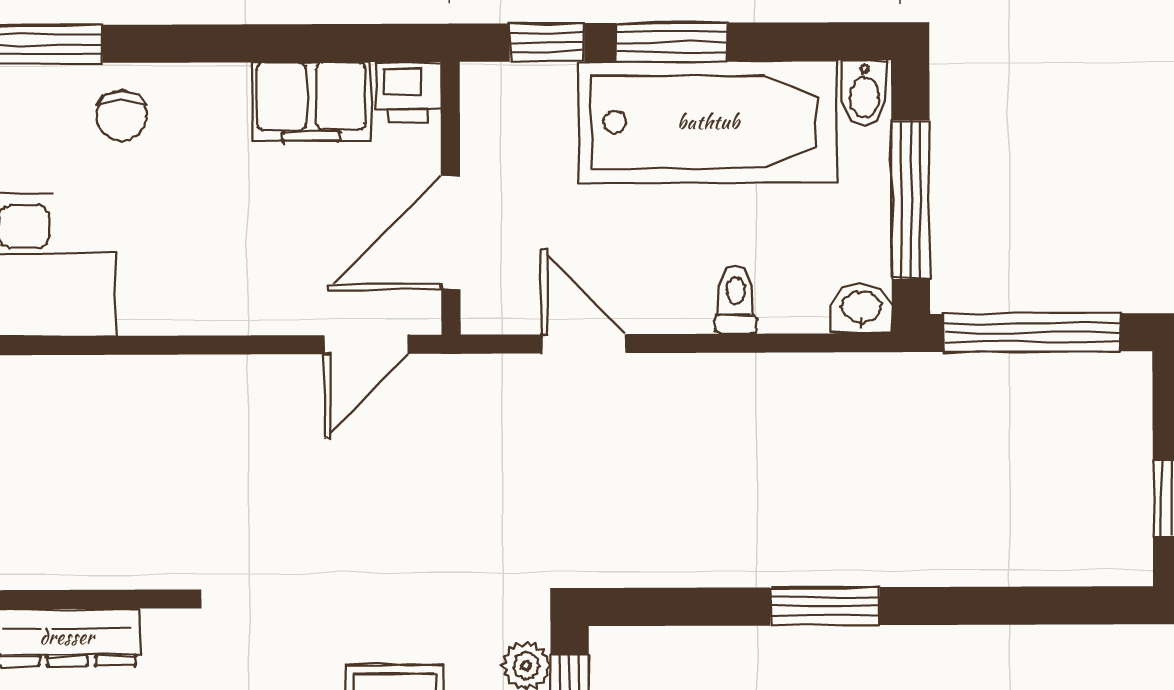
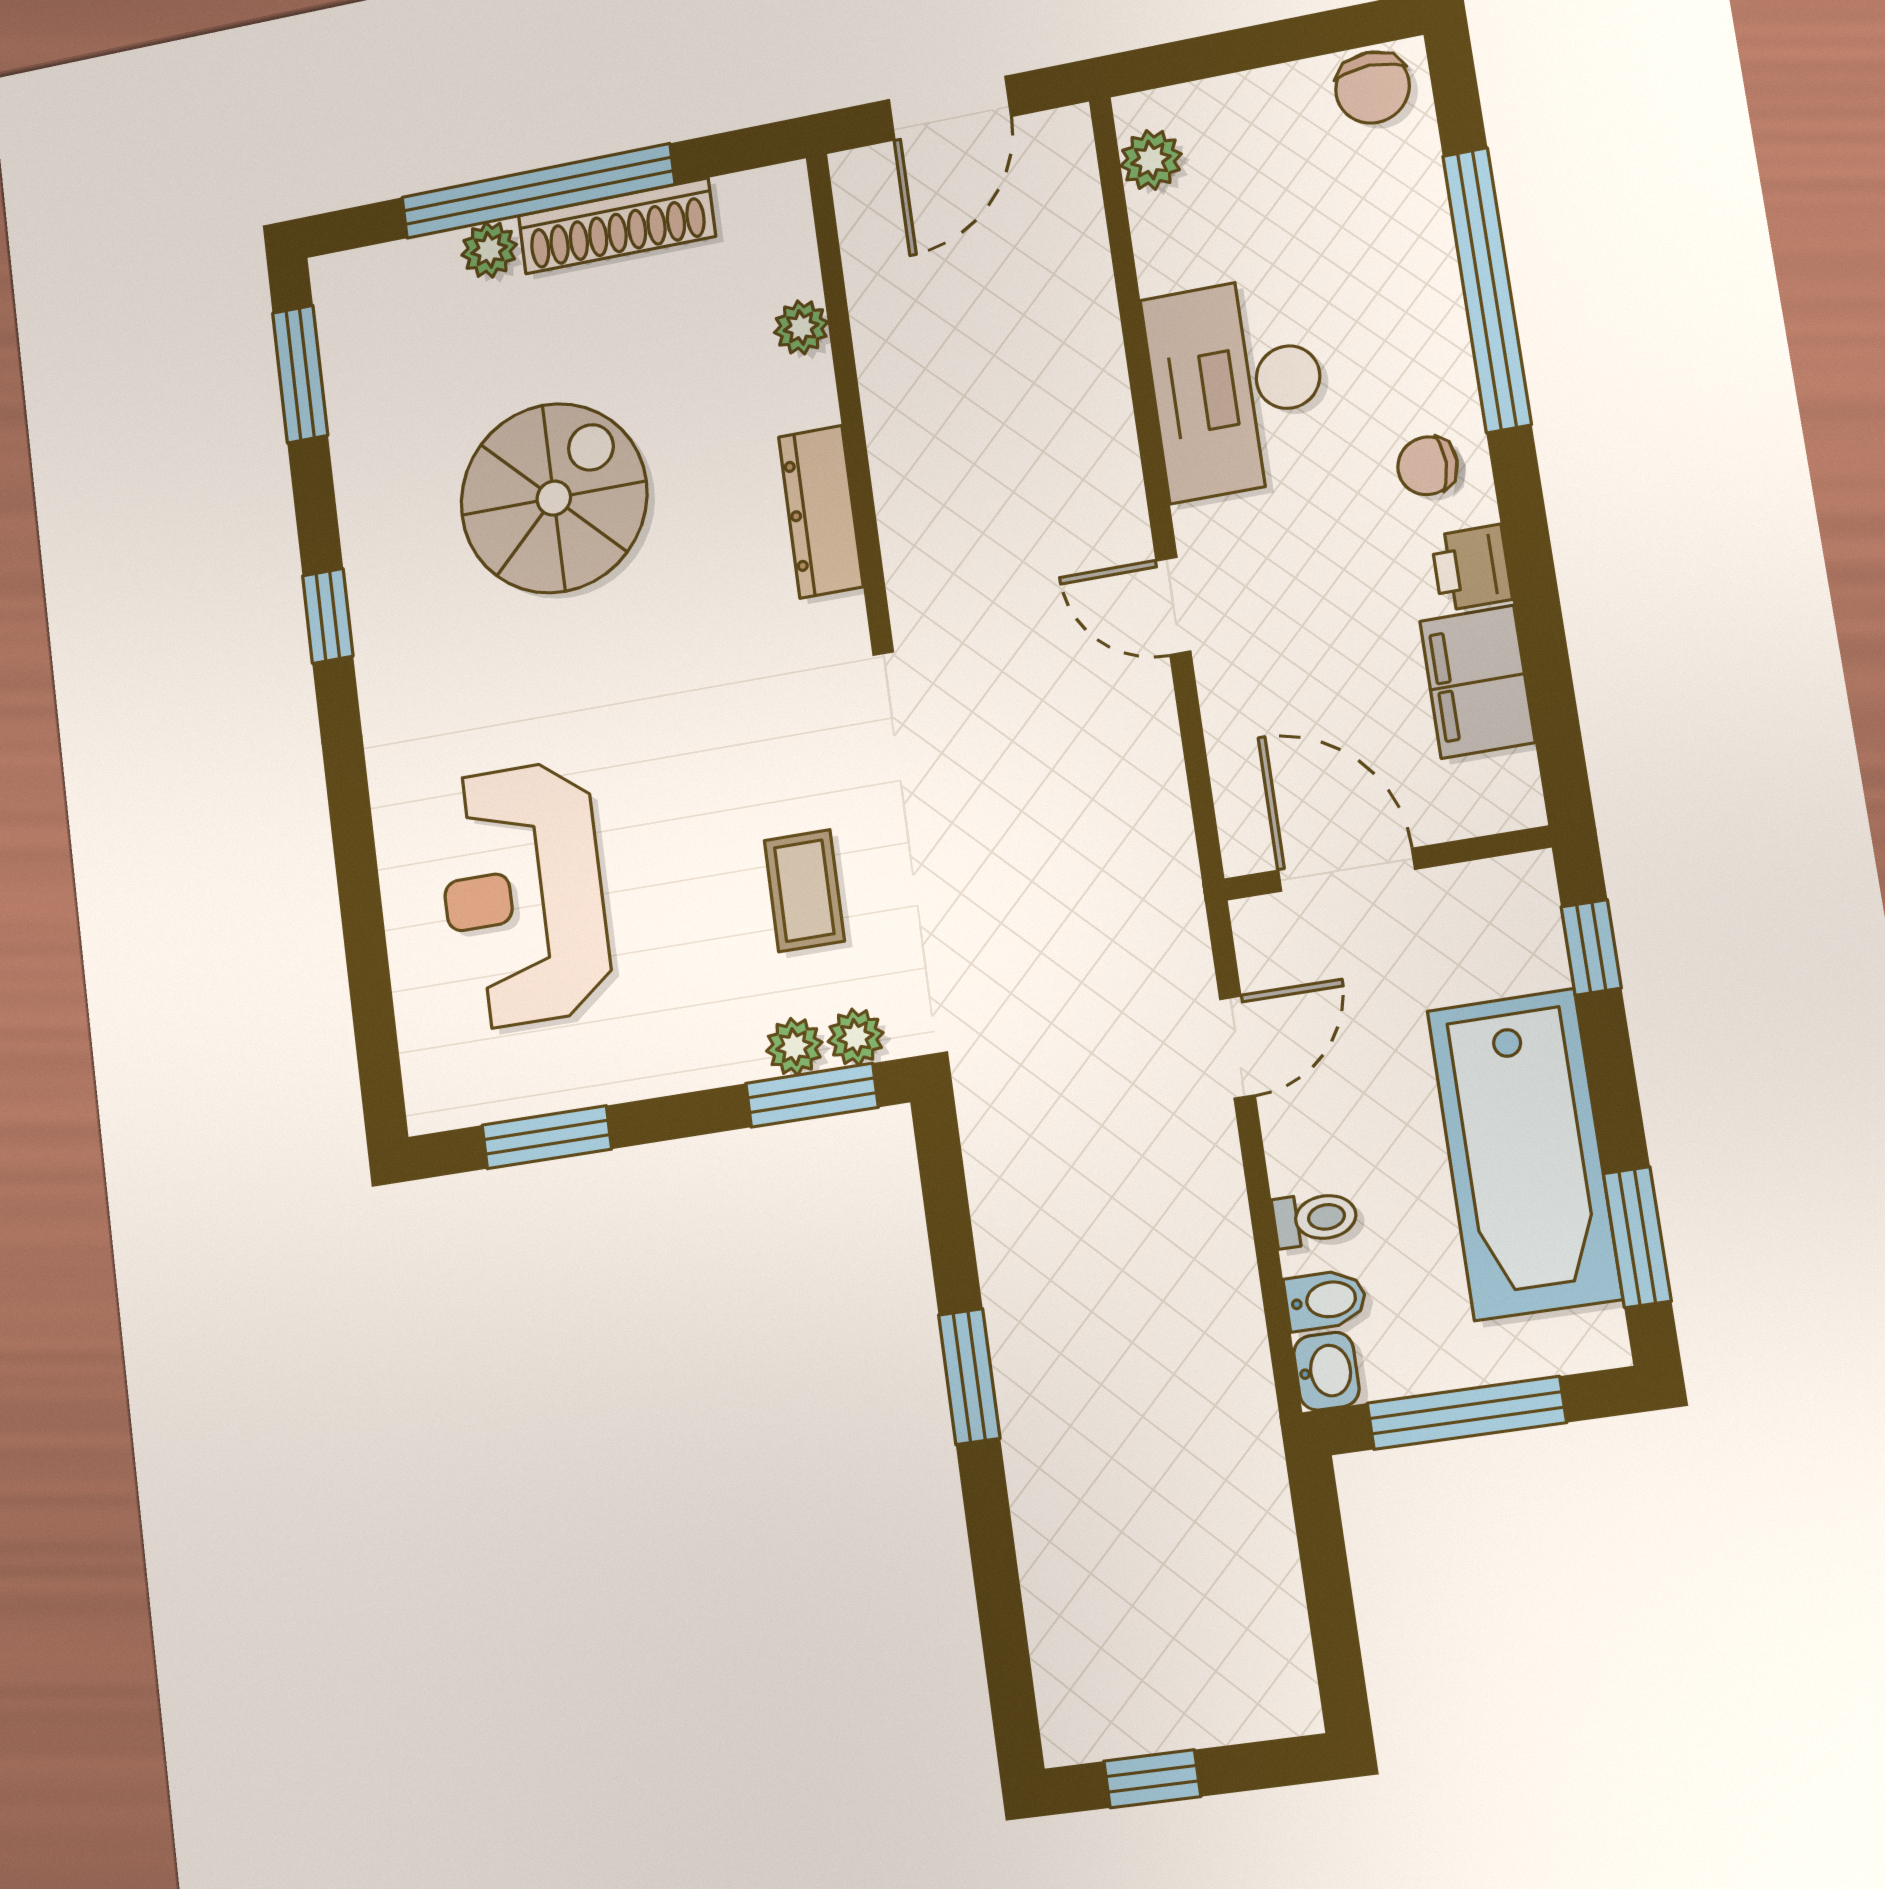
window: (671, 42) -> (1637, 1237), moved
printer: (408, 92) -> (1471, 568), moved
bidet: (864, 93) -> (1326, 1300), moved, turned 180
window: (1032, 333) -> (1327, 1583), removed
door: (366, 344) -> (1173, 606), moved

